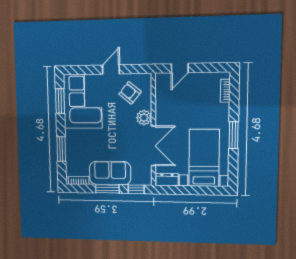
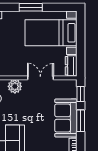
double door: (153, 146) -> (40, 78), width x0.73

